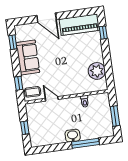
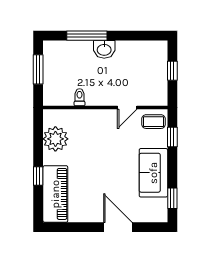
piano: (79, 25) -> (55, 194), moved, turned 90
window: (103, 33) -> (38, 176), moved
door: (52, 99) -> (127, 107), hinge flipped

